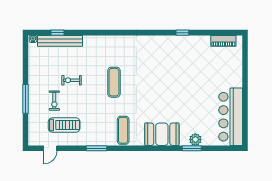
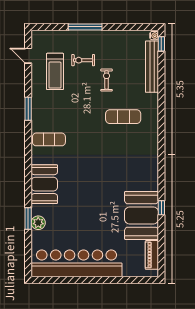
window: (57, 33) -> (161, 44), moved
booth: (189, 50) -> (142, 215), added
exercise mat: (114, 82) -> (123, 117), moved
bar counter: (231, 117) -> (77, 263), width x1.36

